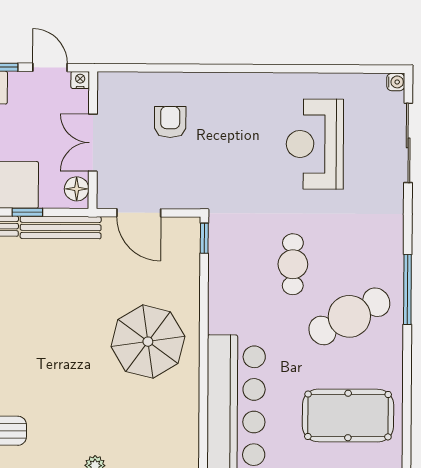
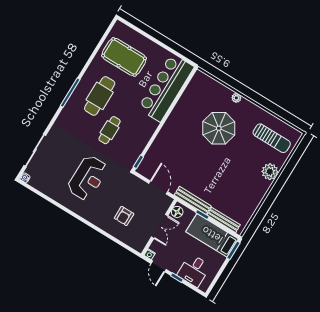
reception desk: (315, 144) -> (88, 178), moved
cafe table: (349, 316) -> (100, 96), turned -62
parasol: (148, 342) -> (219, 128), moved

